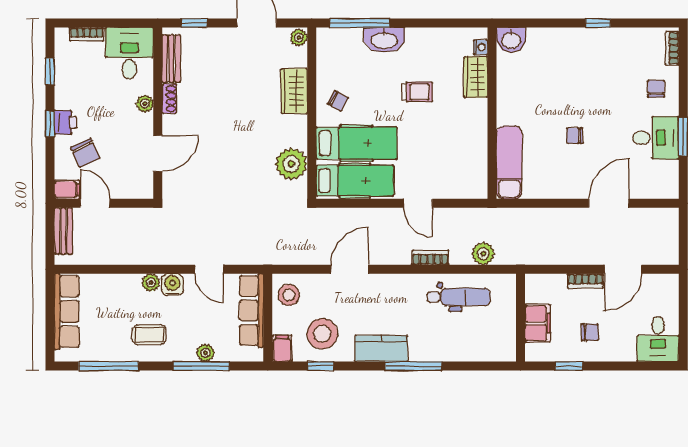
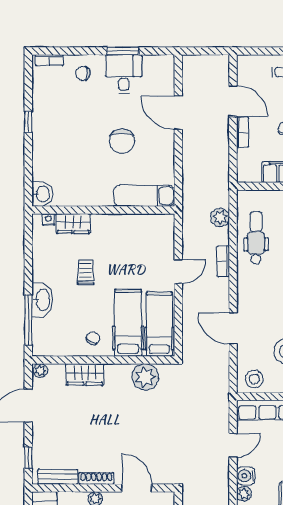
shoe rack: (169, 99) -> (96, 478), width x1.43
chair: (575, 136) -> (122, 141), width x1.87, depth x1.87

